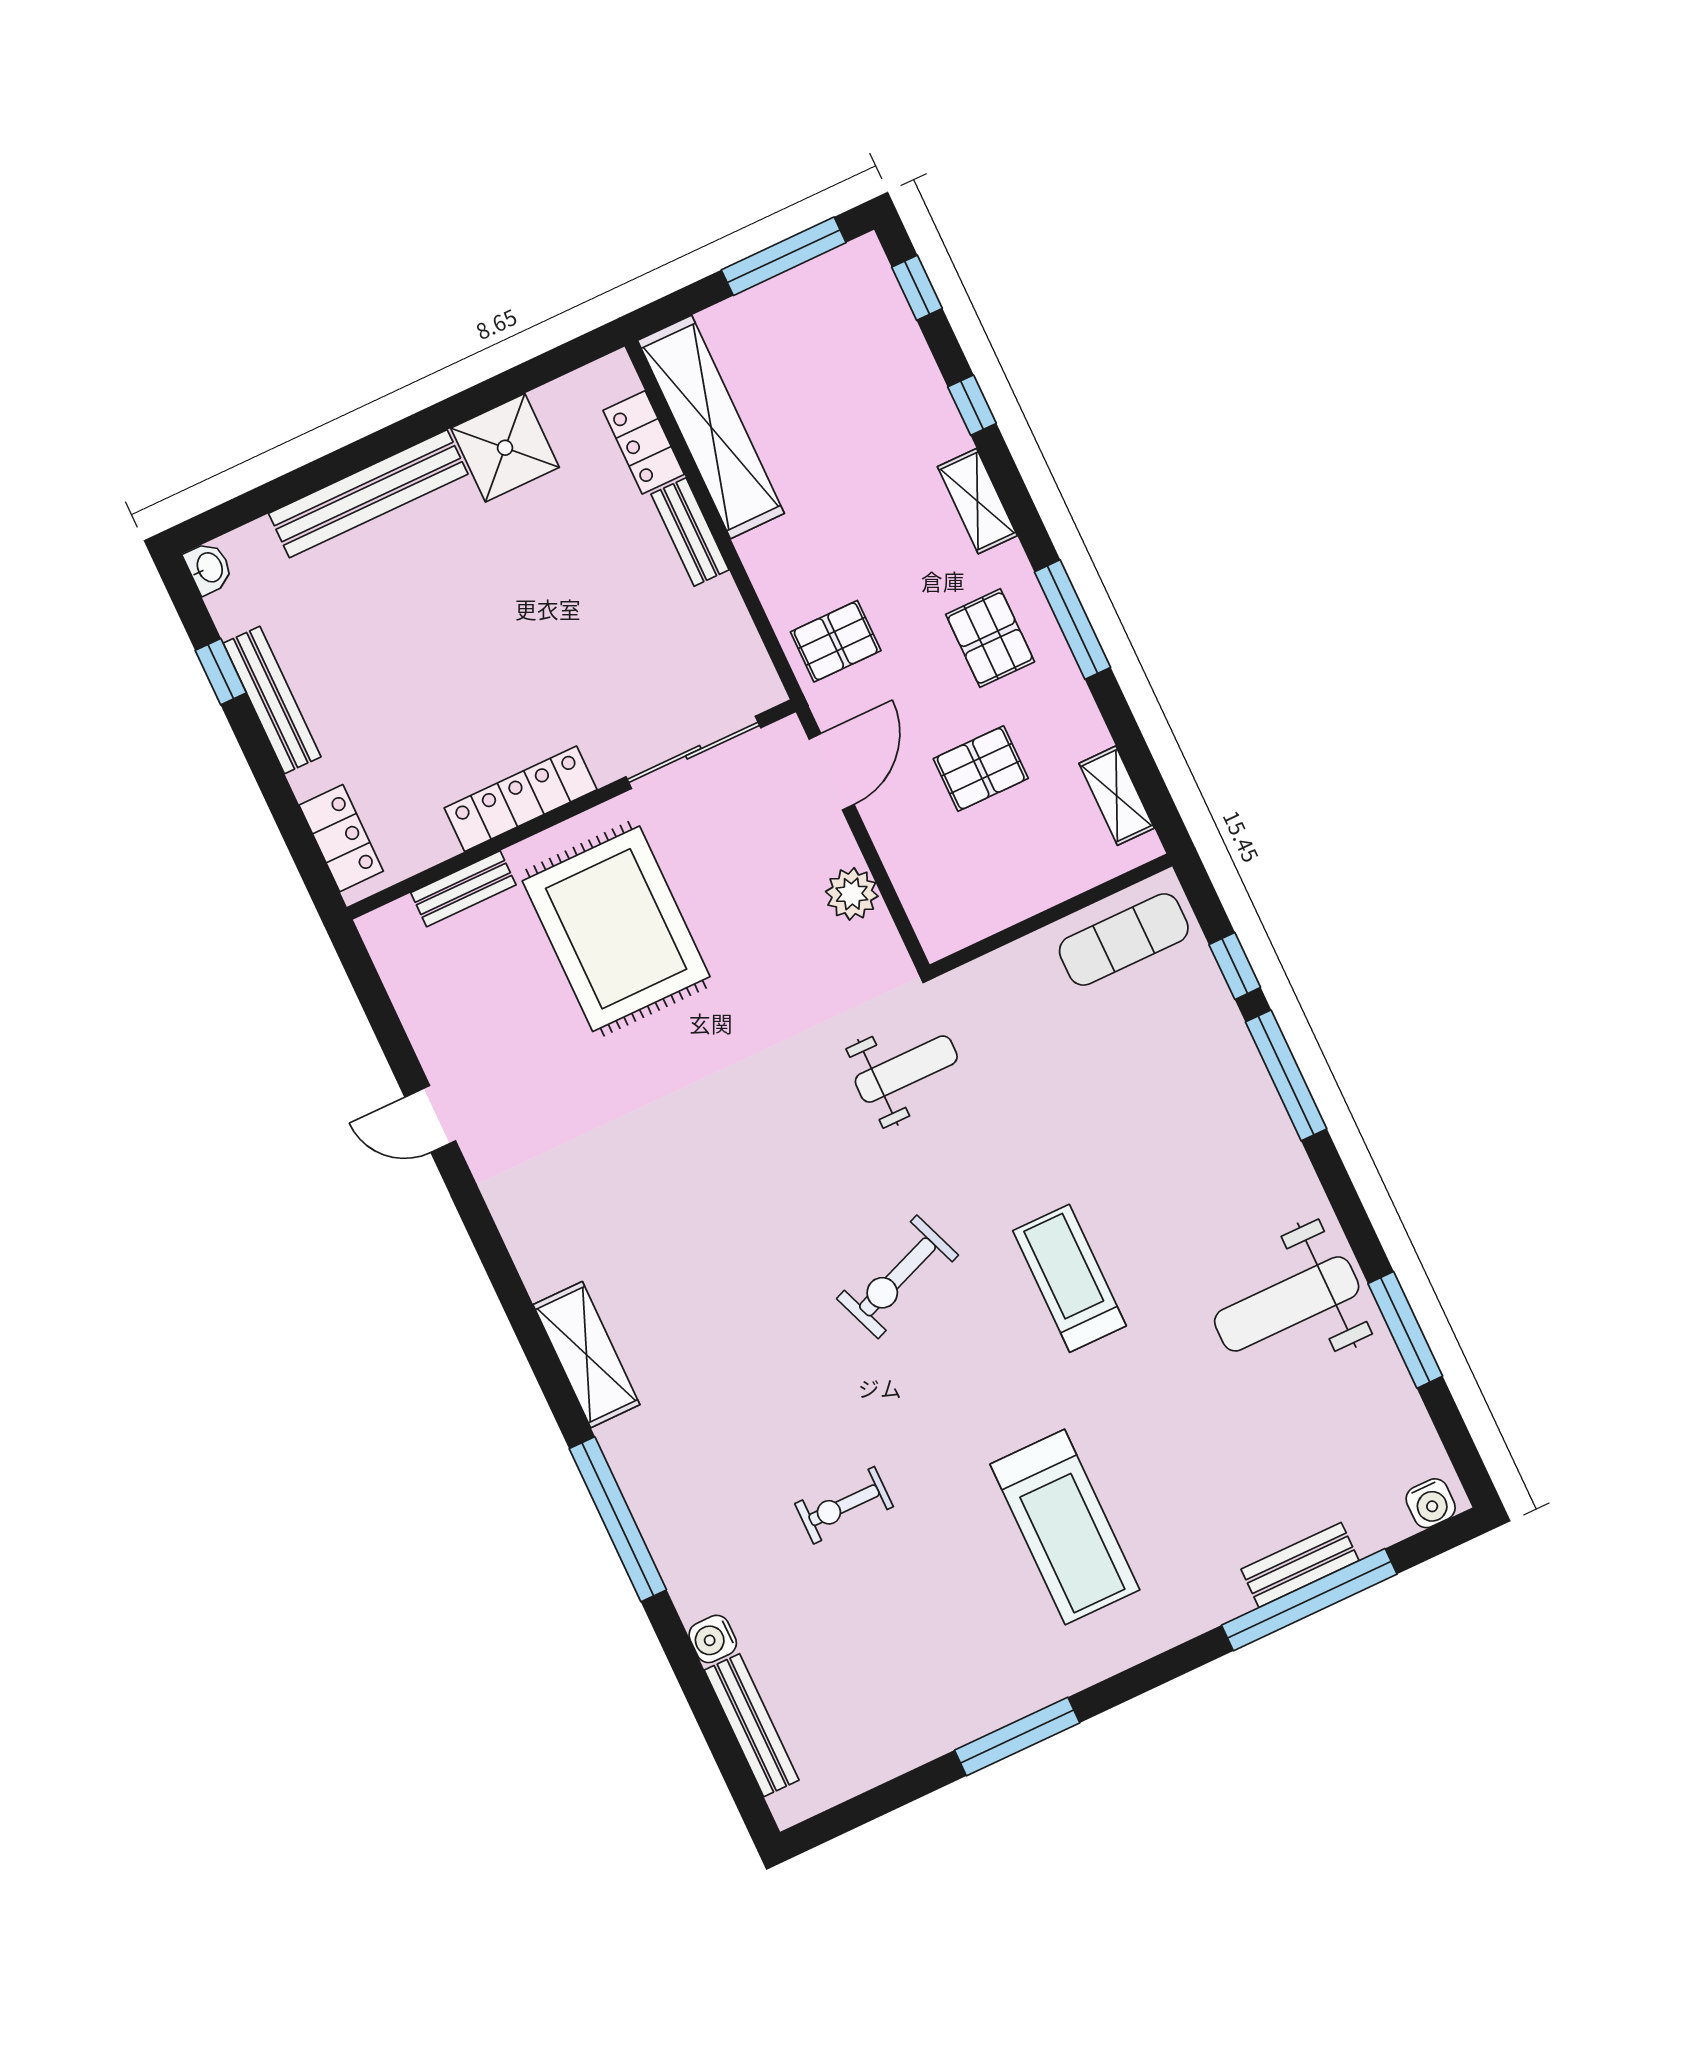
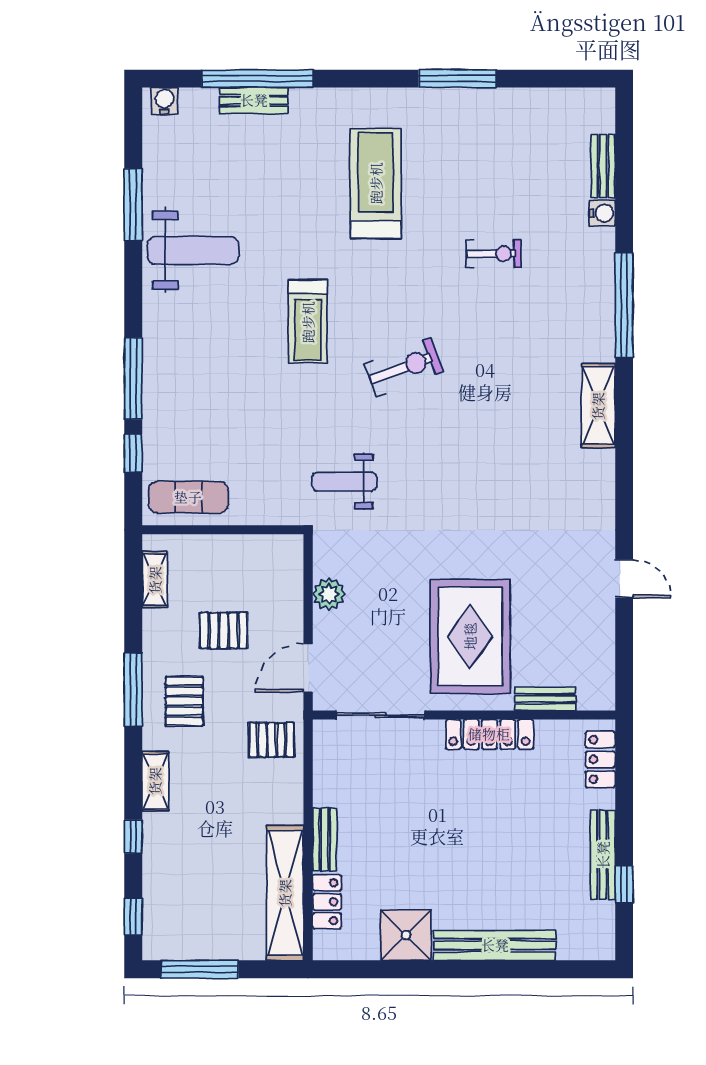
washbasin: (209, 568) -> (604, 946), removed
bench: (752, 1725) -> (603, 166), width x0.73

